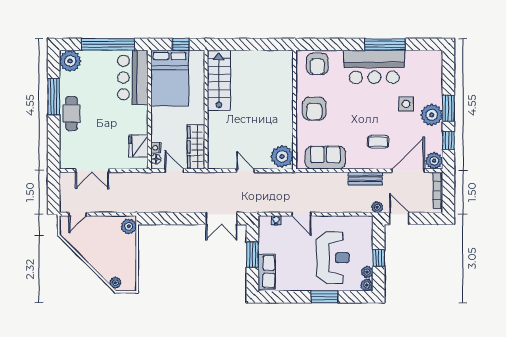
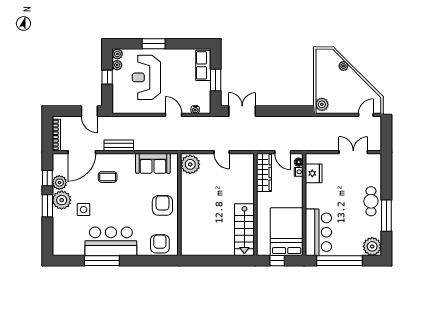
plant: (434, 161) -> (59, 183), moved
plant: (377, 207) -> (108, 121), removed
plant: (115, 283) -> (343, 66), moved

